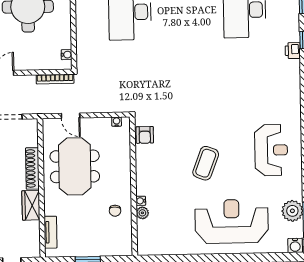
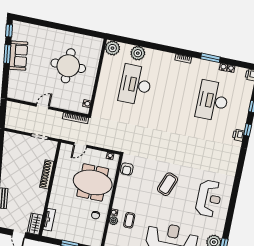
door: (71, 116) -> (80, 145), hinge flipped
coffee table: (206, 163) -> (167, 184), moved
meeting table: (75, 166) -> (93, 182), moved, turned 90
wardrobe: (31, 205) -> (35, 224), moved
coffee table: (165, 207) -> (129, 220), added

